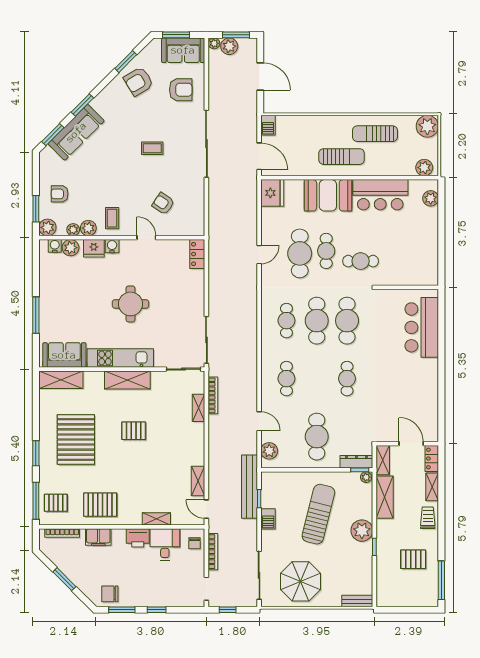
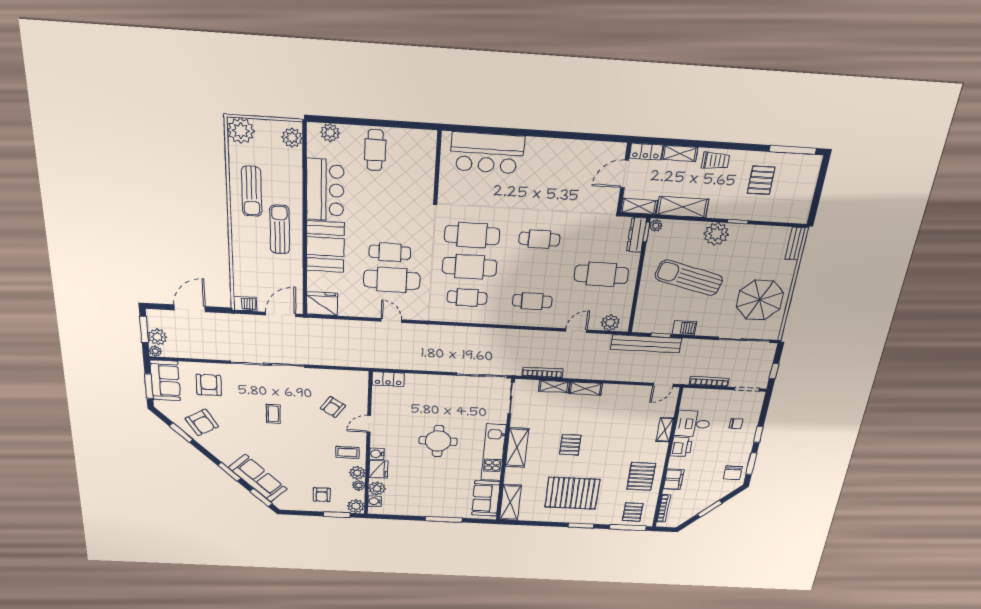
cafe table: (361, 261) -> (375, 150), moved
shelving: (198, 481) -> (586, 389), moved
trolley: (428, 518) -> (716, 161), turned 180
chair: (195, 543) -> (736, 423), moved

